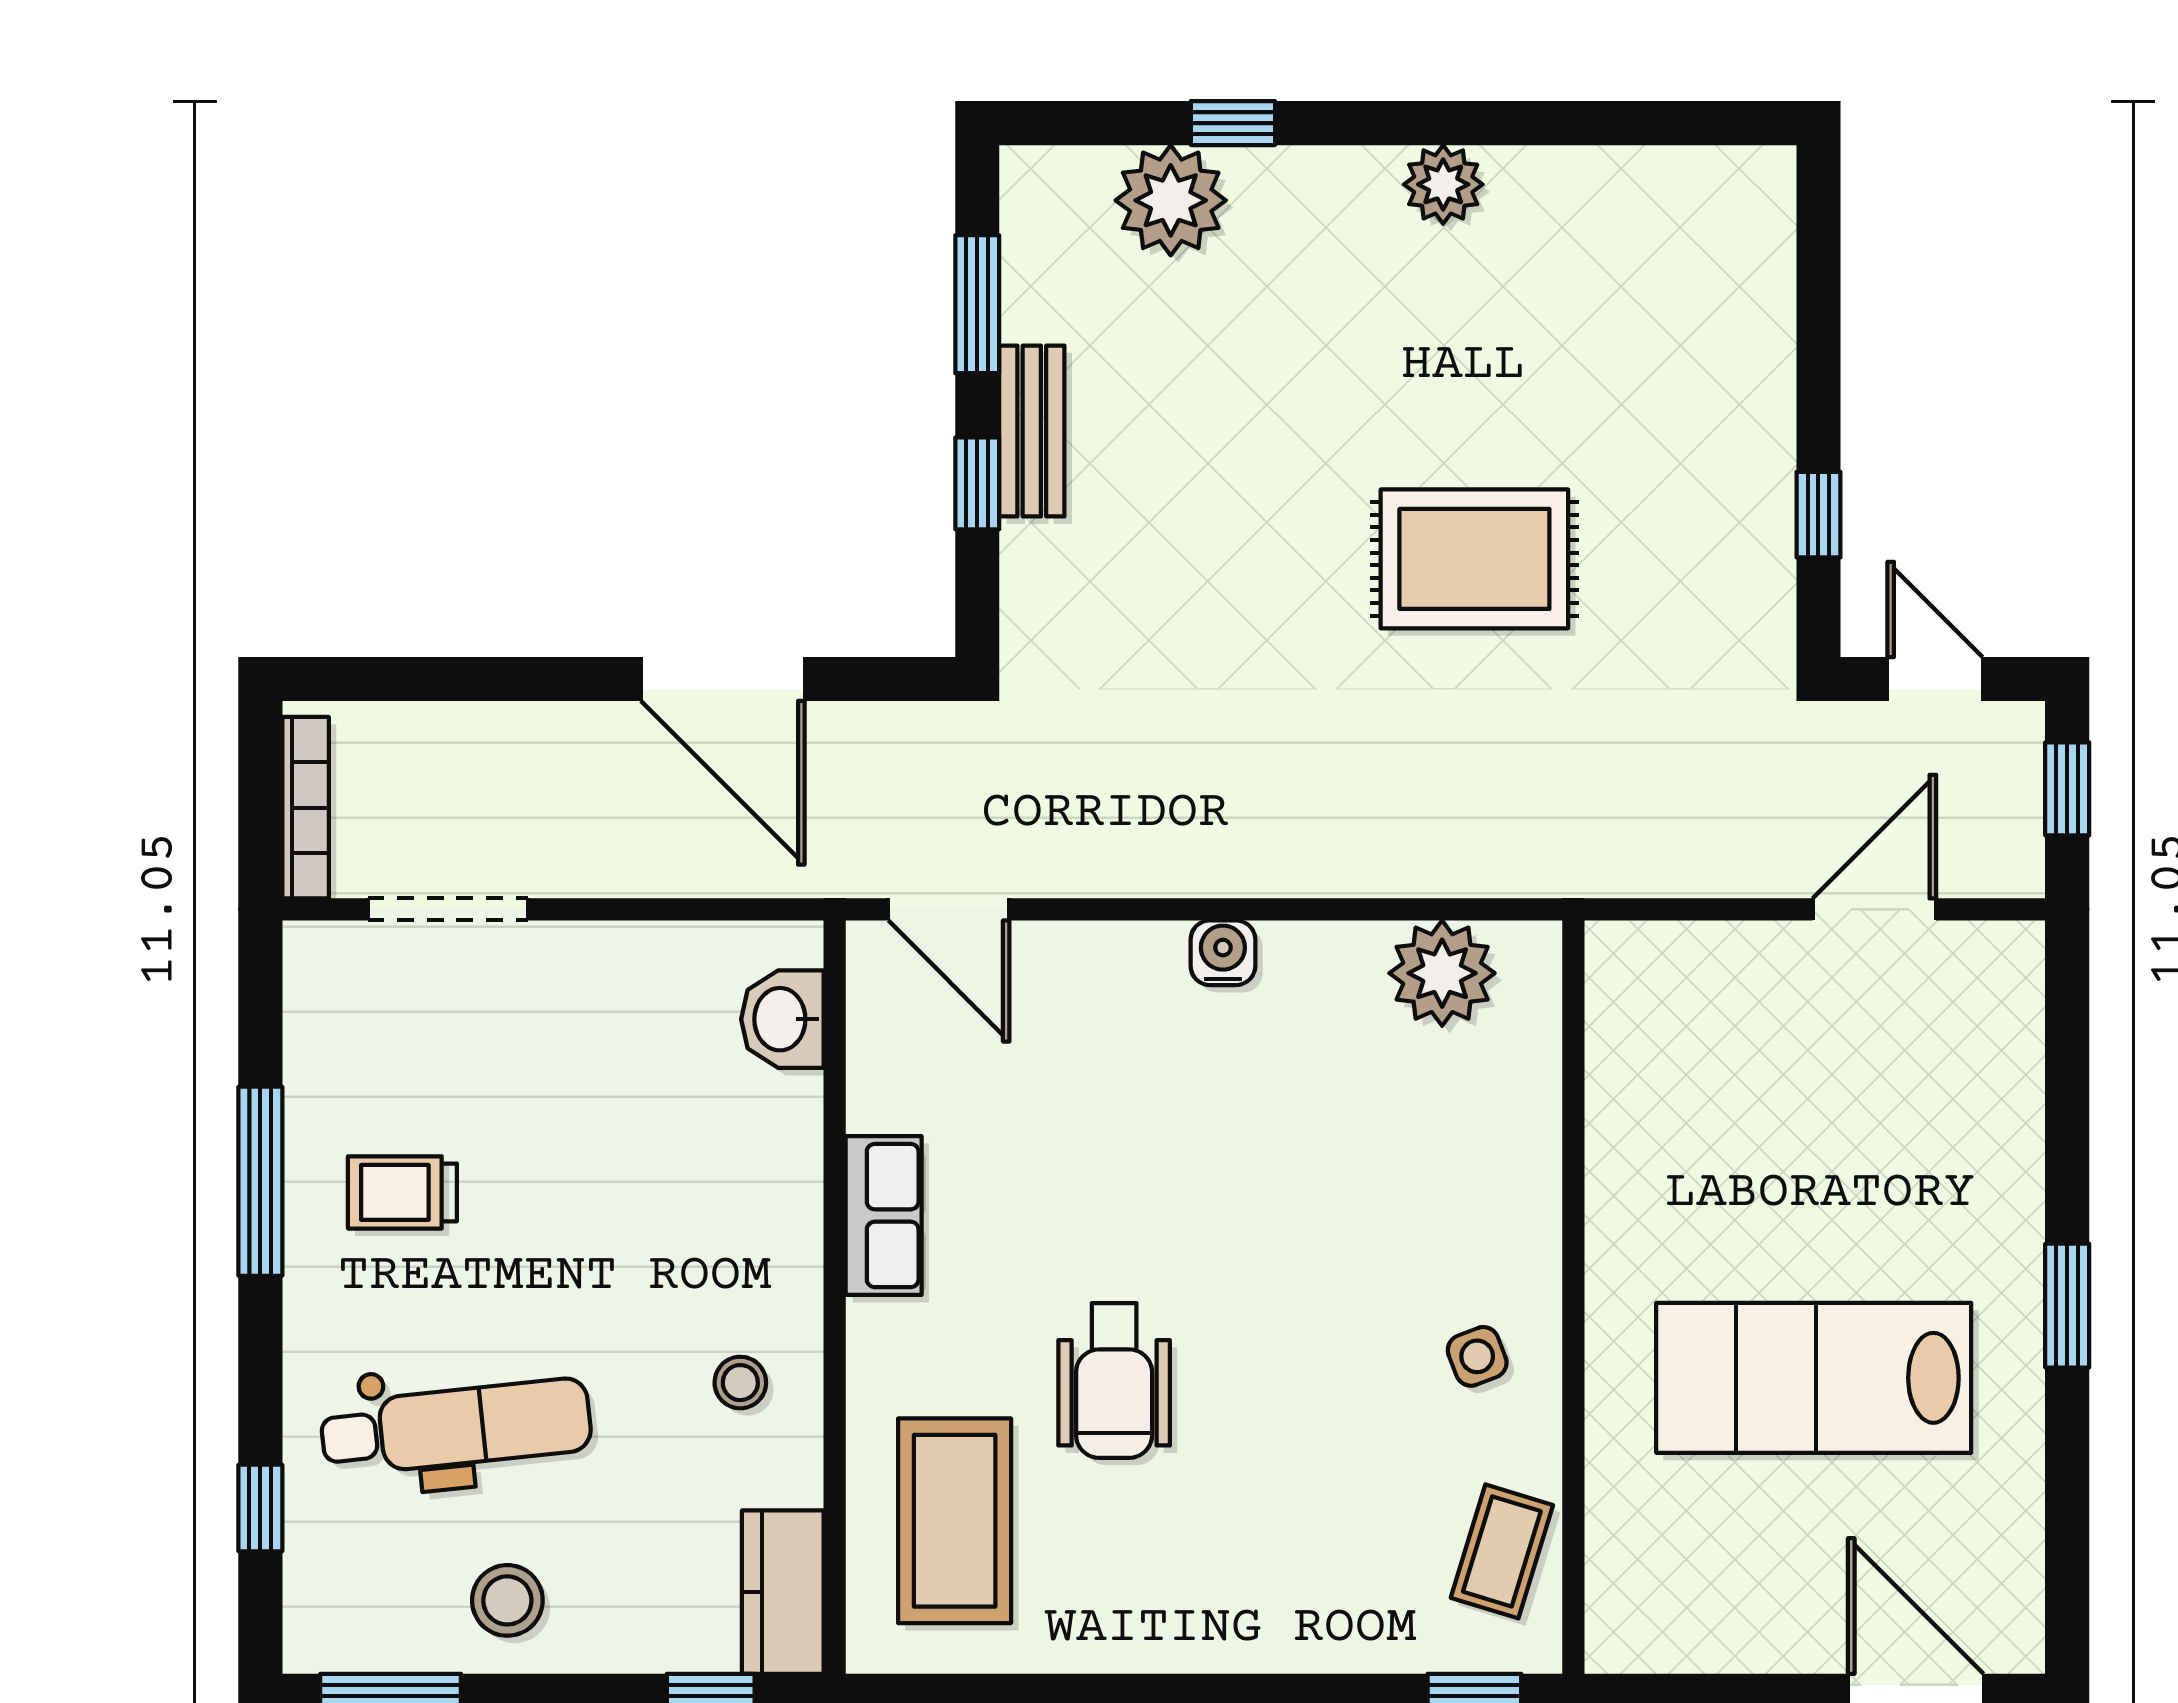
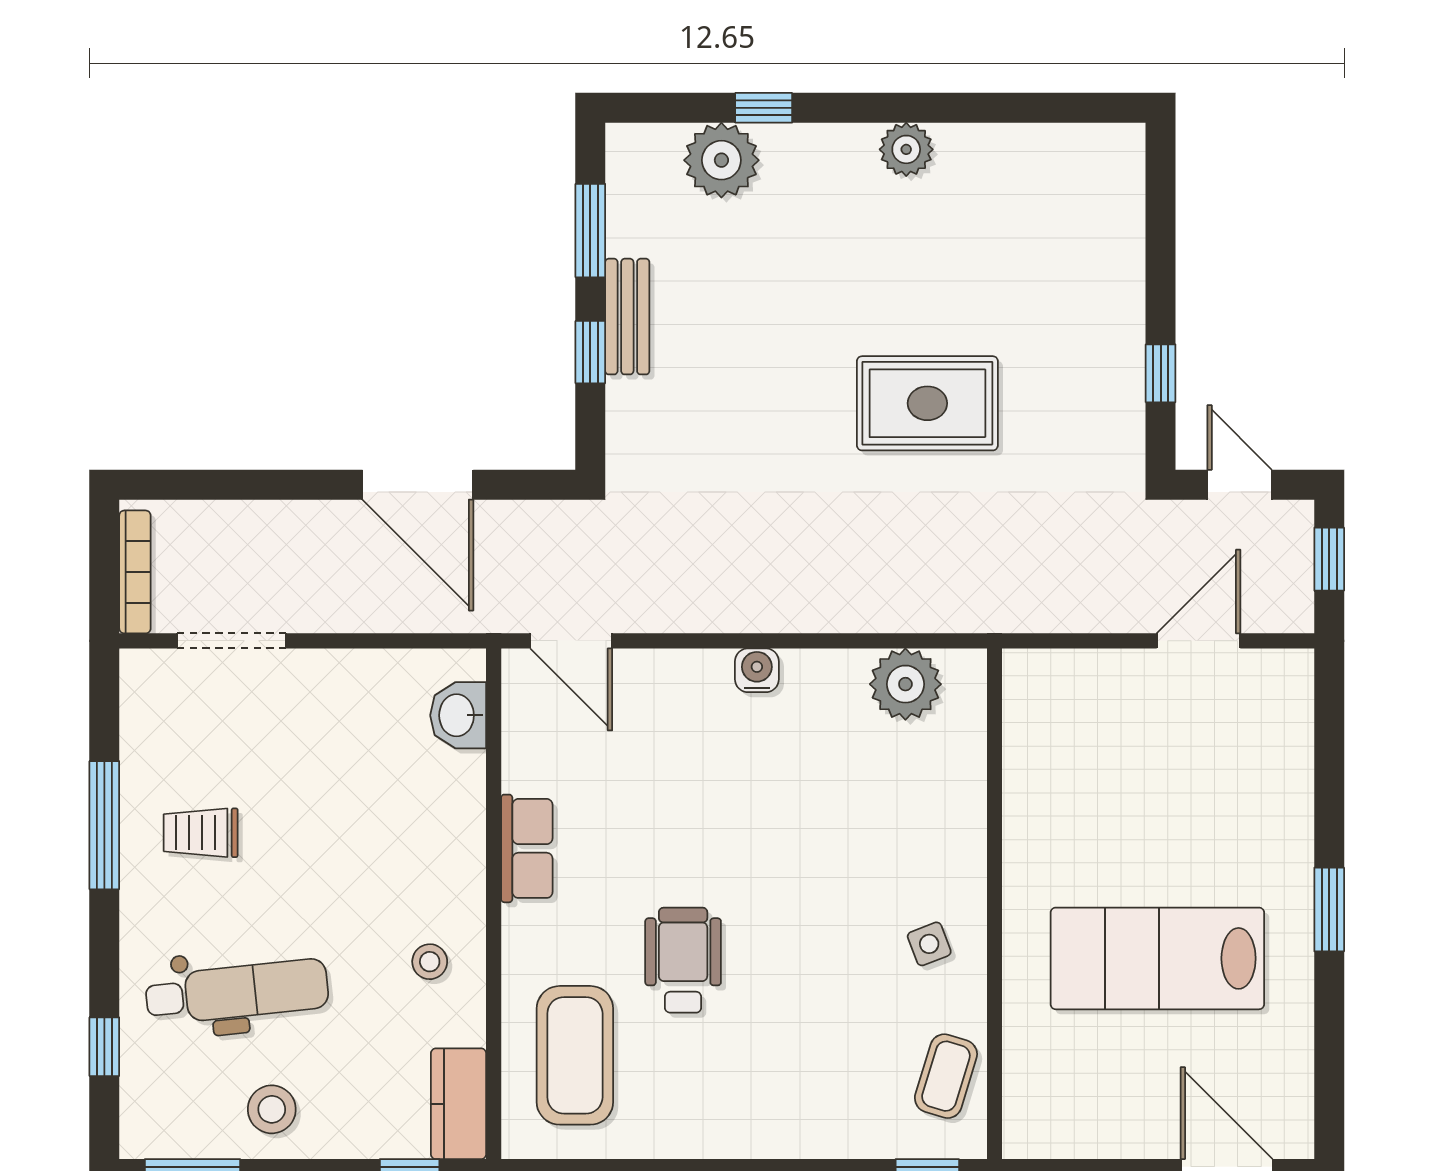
wheelchair: (1114, 1380) -> (683, 960), turned 180

